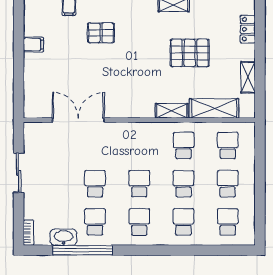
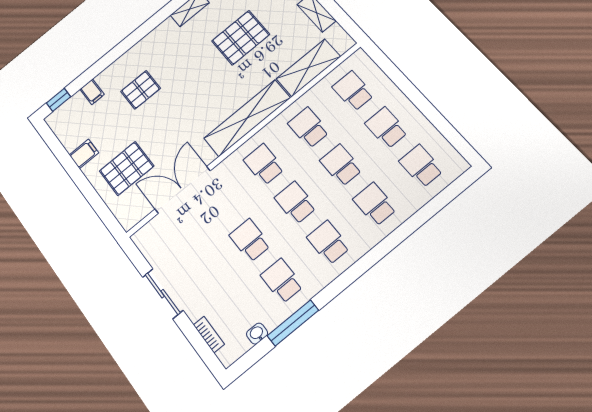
pallet: (54, 77) -> (127, 168), added
shelving: (172, 111) -> (247, 118), width x2.20, depth x1.33
school desk: (139, 146) -> (264, 164), added
bookcase: (28, 233) -> (209, 334), moved
washbasin: (64, 237) -> (257, 334), width x0.52, depth x0.69
window: (82, 250) -> (293, 323), width x0.68

